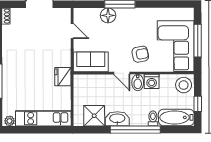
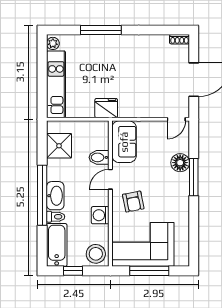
door: (72, 31) -> (176, 119), moved
bidet: (138, 83) -> (99, 157), moved
washbasin: (117, 119) -> (55, 196), moved

